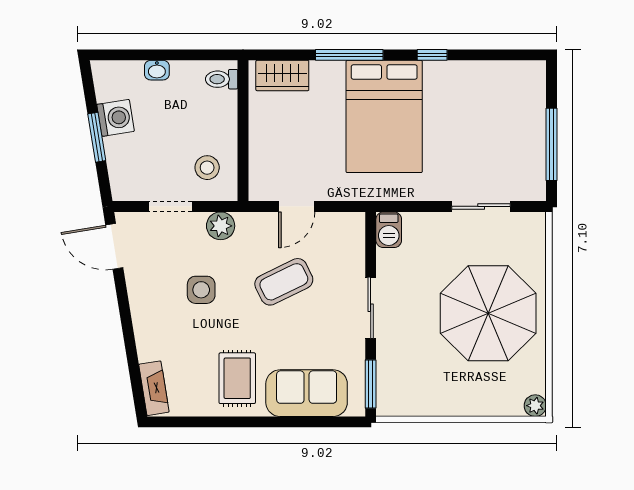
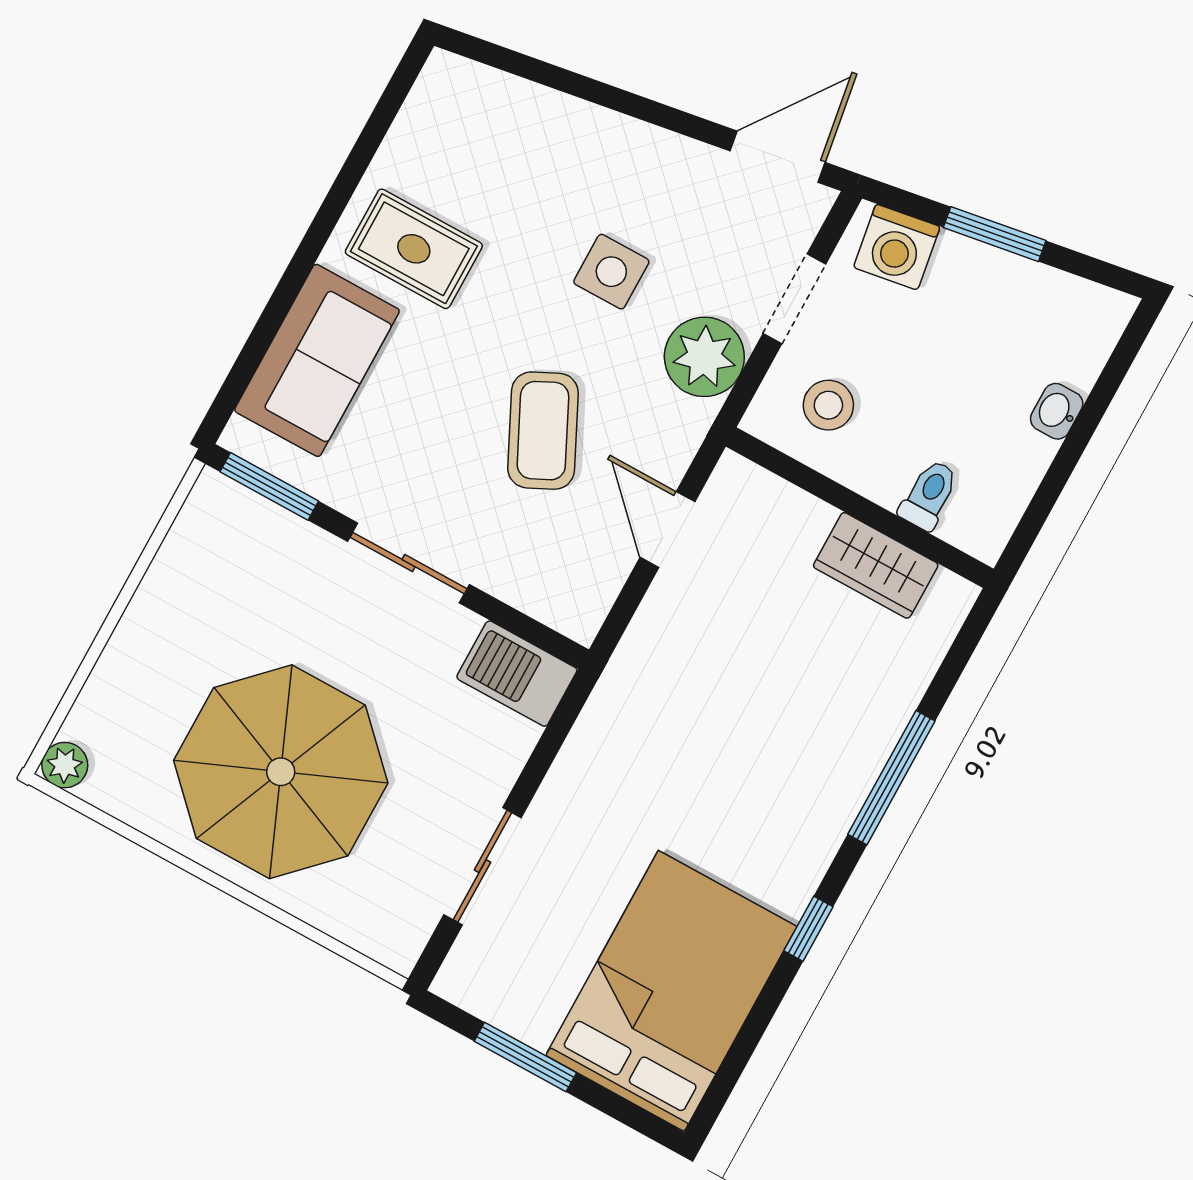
wardrobe: (282, 76) -> (876, 565), moved, turned -90
toilet: (222, 79) -> (929, 495), moved
bed: (384, 116) -> (671, 991), moved, turned 90
washing machine: (116, 118) -> (897, 247), moved
window: (552, 144) -> (525, 1057), width x0.69
plant: (221, 226) -> (704, 357), width x1.36, depth x1.36
barbecue: (389, 230) -> (517, 674), width x1.38, depth x1.27
fireplace: (154, 388) -> (479, 87), removed

